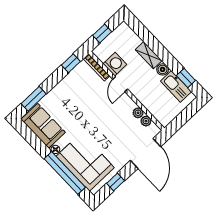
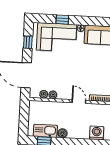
shelving: (149, 55) -> (78, 134), removed
washing machine: (115, 64) -> (97, 133), moved, turned 180
window: (65, 173) -> (62, 20), width x0.32

